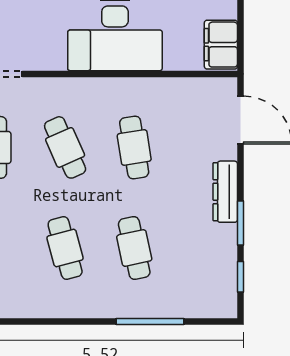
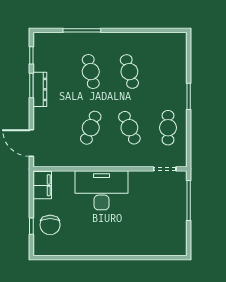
cafe table: (134, 147) -> (91, 128), turned 30
dresser: (225, 192) -> (40, 89), moved

